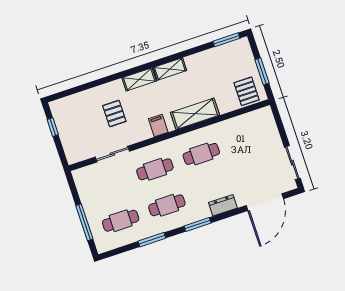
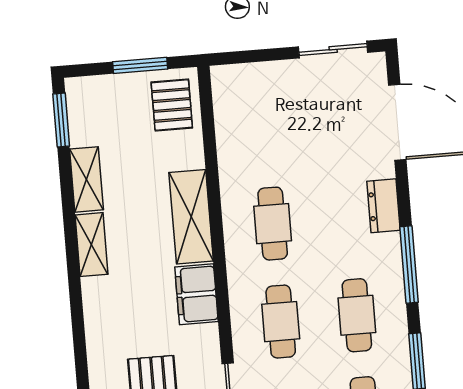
shelving: (139, 79) -> (87, 179), moved
pallet: (247, 91) -> (172, 105), turned 90
filing cabinet: (158, 125) -> (197, 294), width x2.00
window: (198, 224) -> (409, 265), width x1.44

